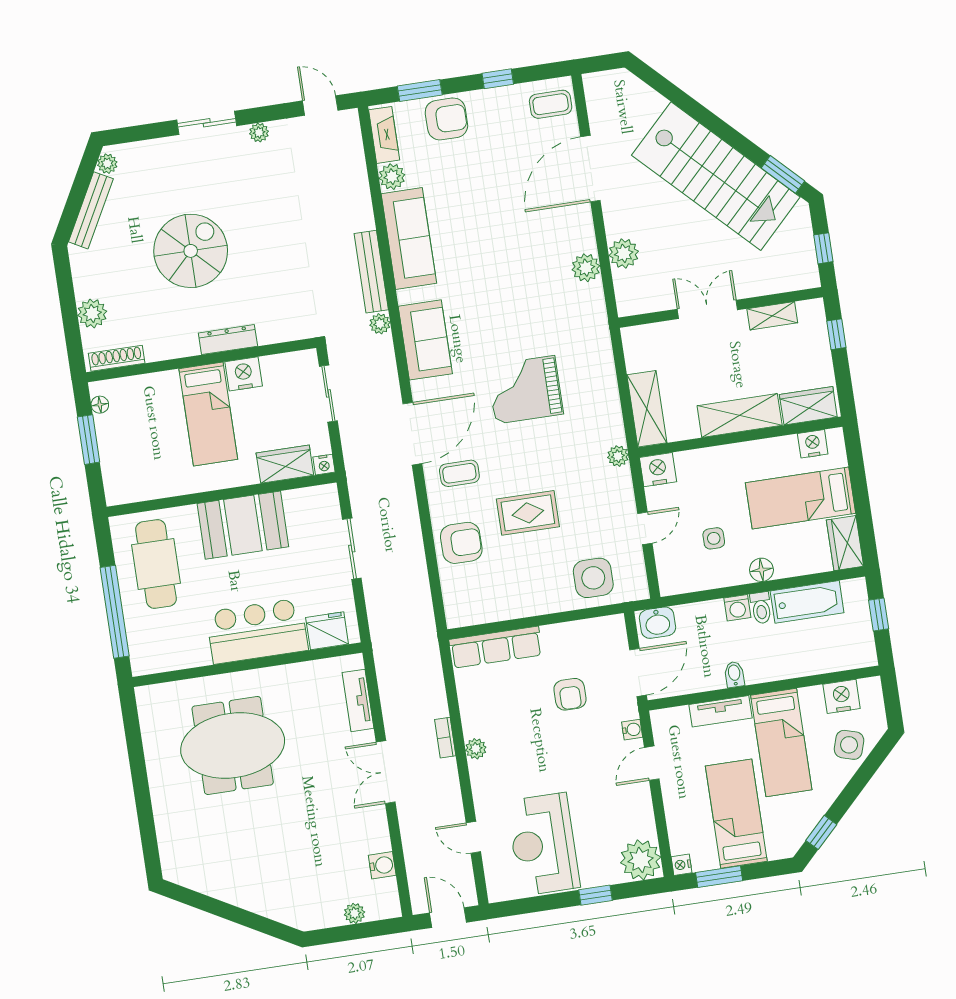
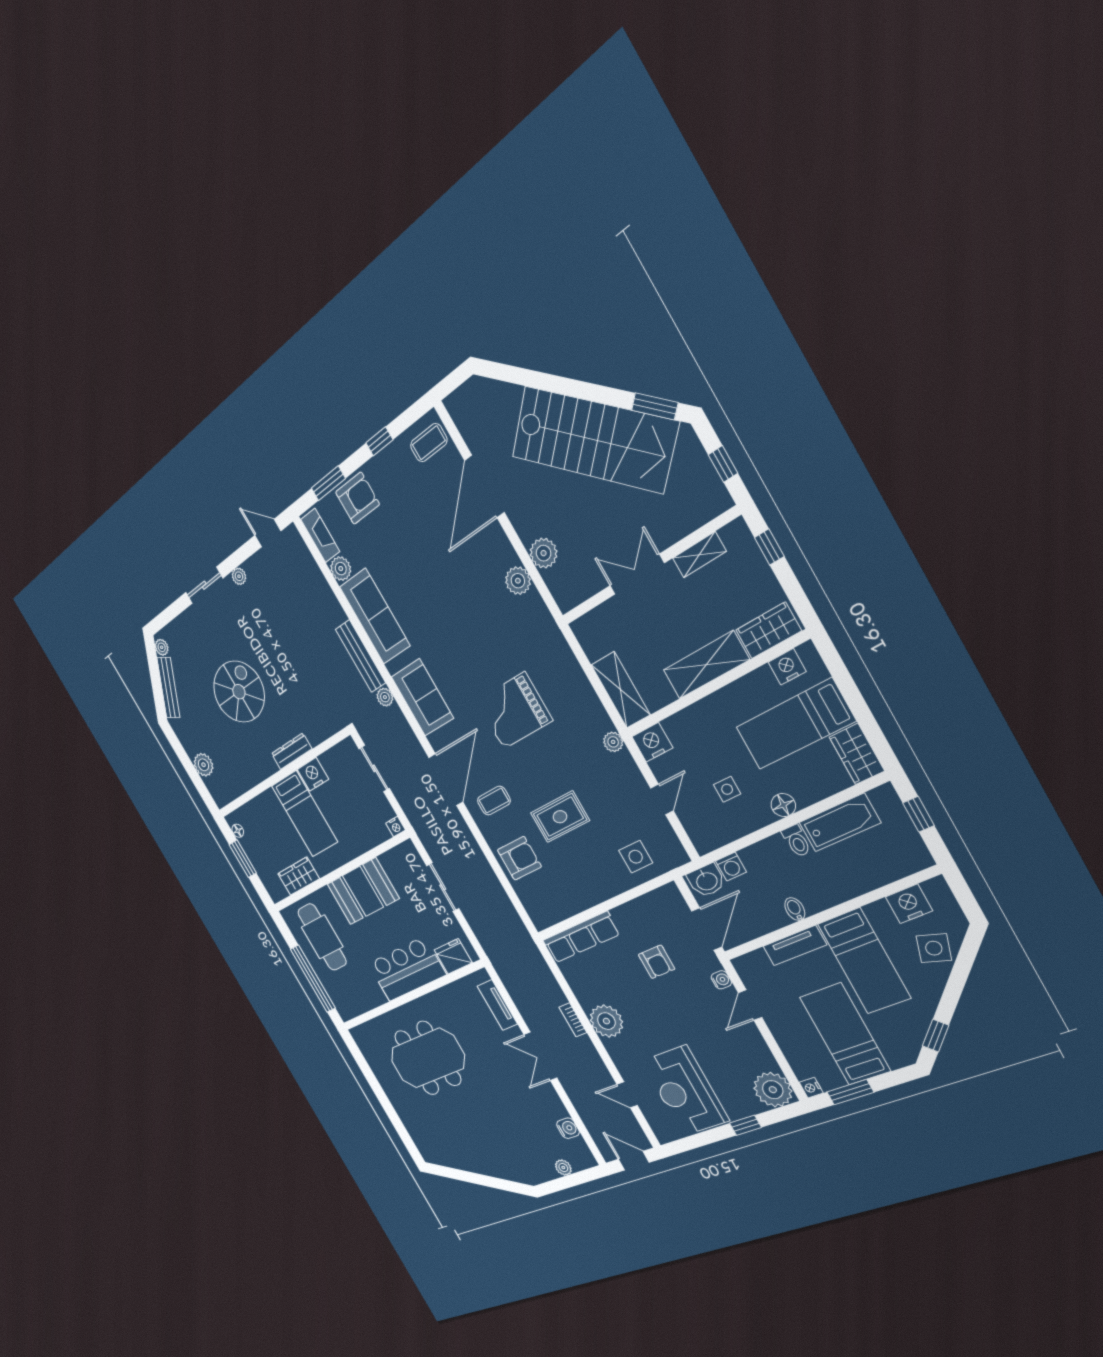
shoe rack: (117, 358) -> (232, 793), removed
wardrobe: (285, 464) -> (299, 876), moved
side table: (593, 578) -> (636, 857), width x0.73, depth x0.73
washing machine: (737, 608) -> (731, 867), moved
plant: (476, 749) -> (606, 1021), width x1.88, depth x1.88

